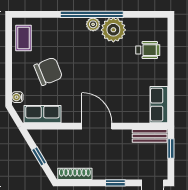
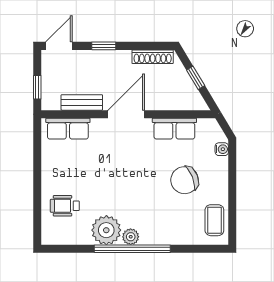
row of seats: (159, 105) -> (68, 129), moved, turned 90
row of seats: (42, 114) -> (174, 129), moved
door: (97, 126) -> (126, 114), swing flipped
bench: (150, 136) -> (82, 102), moved

